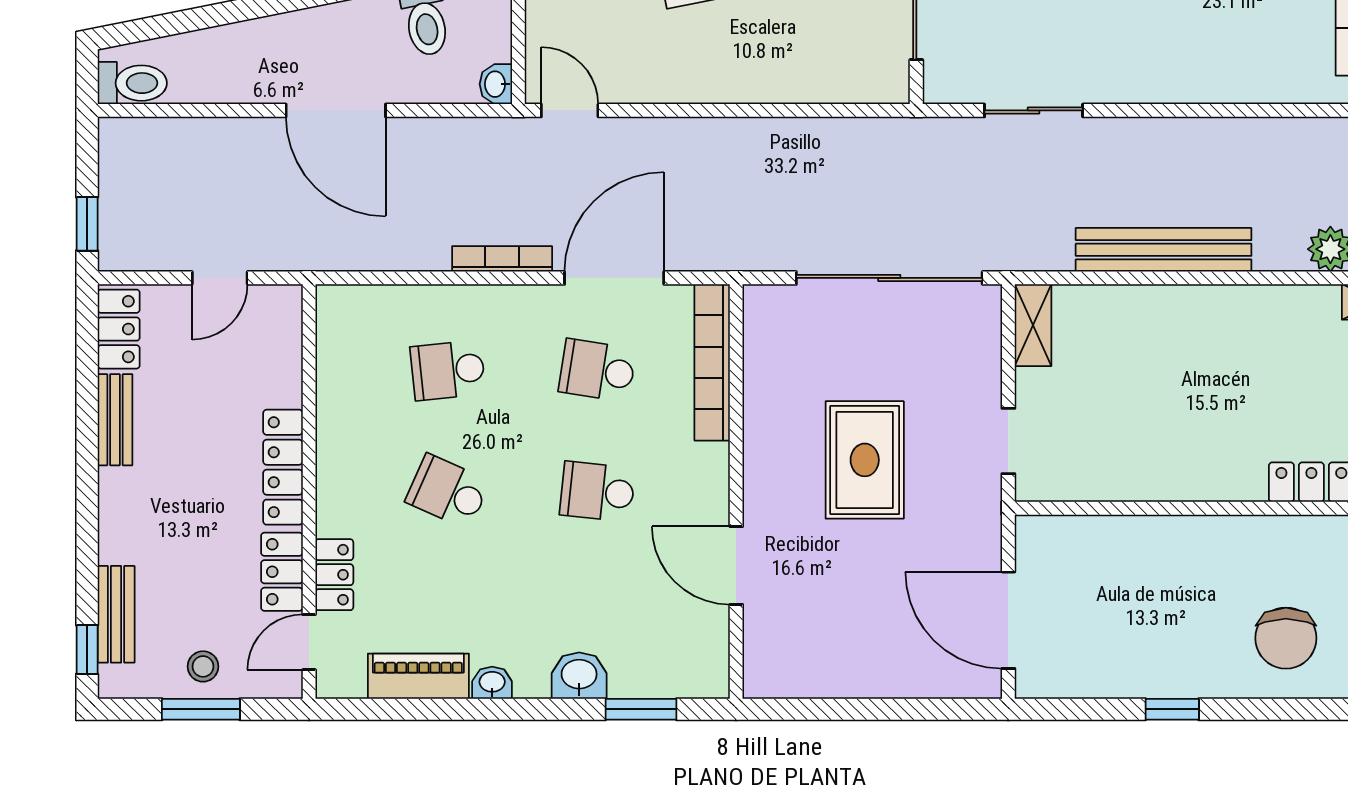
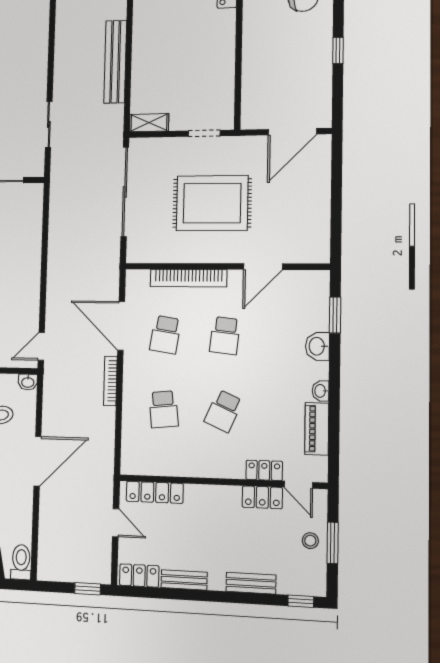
bookcase: (712, 362) -> (188, 278), moved
rug: (865, 460) -> (212, 203), width x1.37, depth x1.44
locker: (283, 467) -> (155, 492), moved
bench: (116, 614) -> (251, 583), moved

